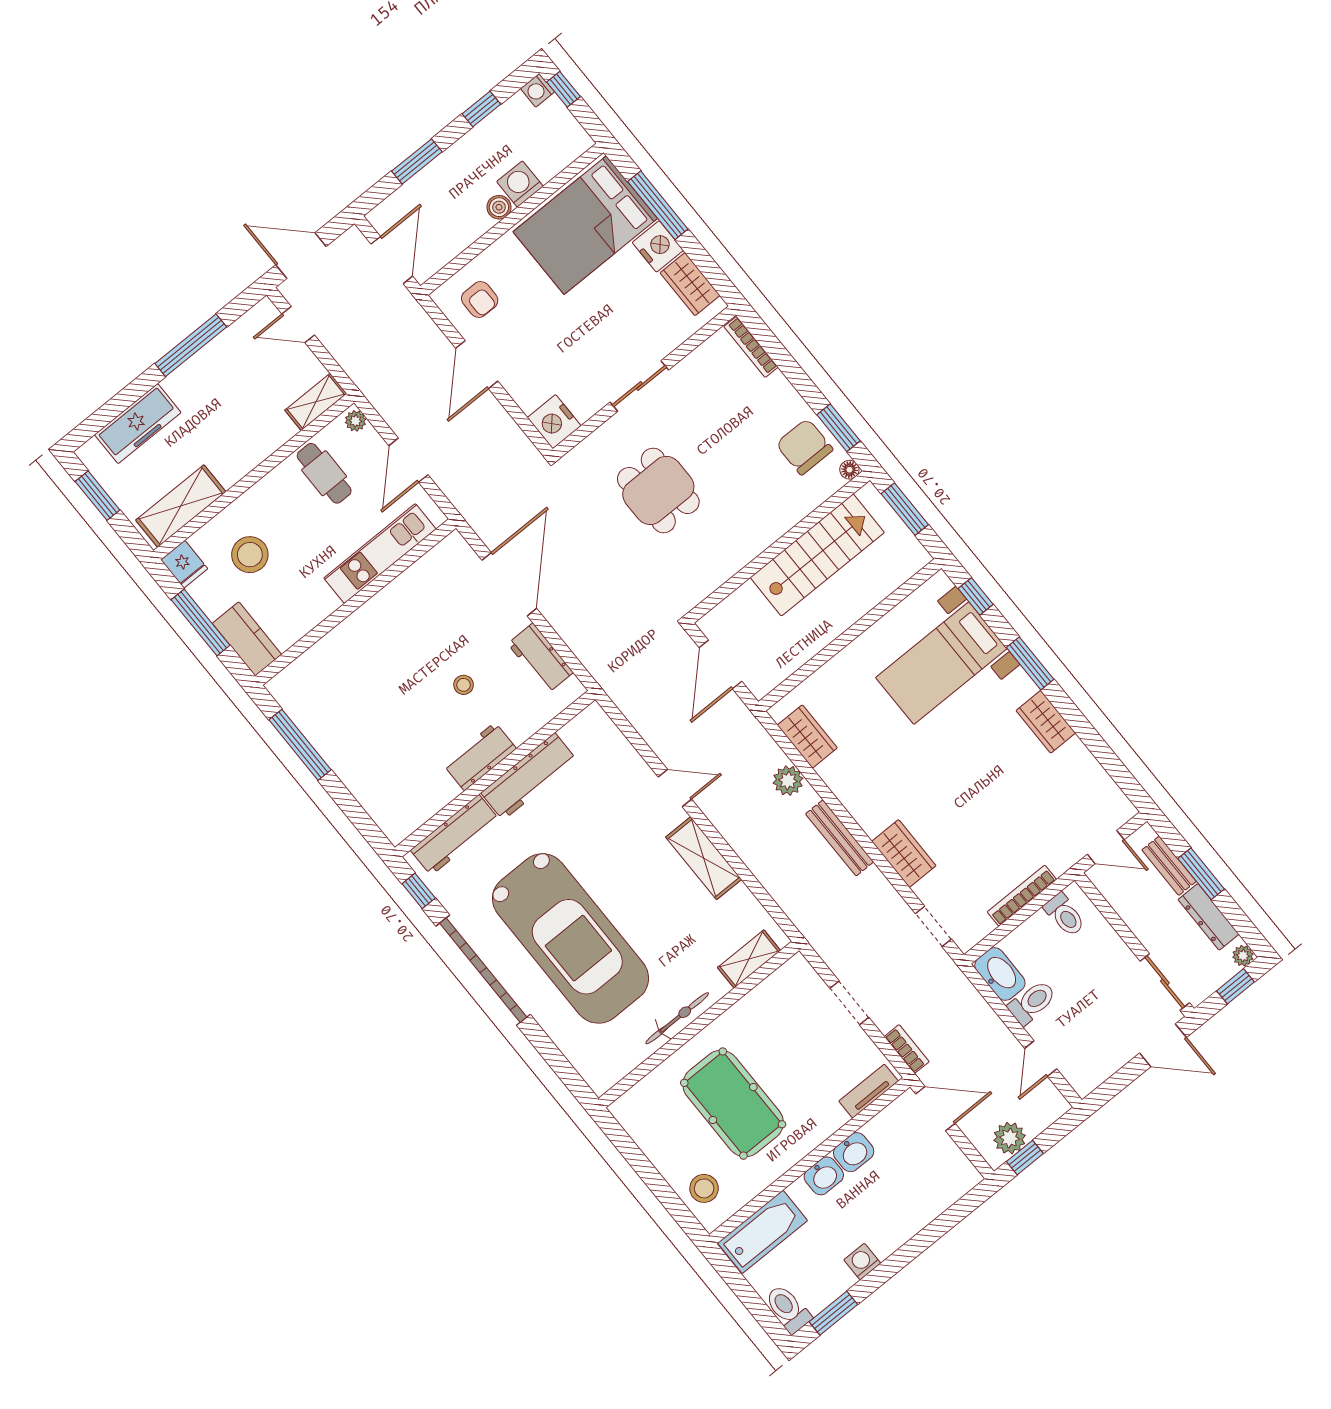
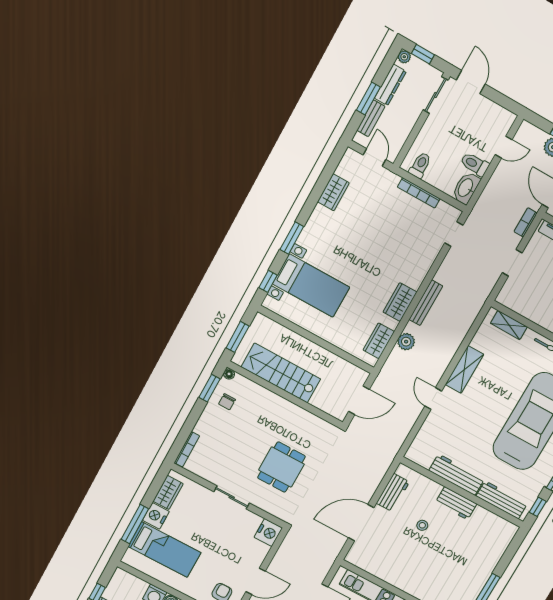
bed: (585, 225) -> (165, 550), width x0.67
chair: (804, 447) -> (227, 402), width x0.54, depth x0.54
wardrobe: (1046, 722) -> (333, 192), moved
wardrobe: (904, 854) -> (400, 302), moved

